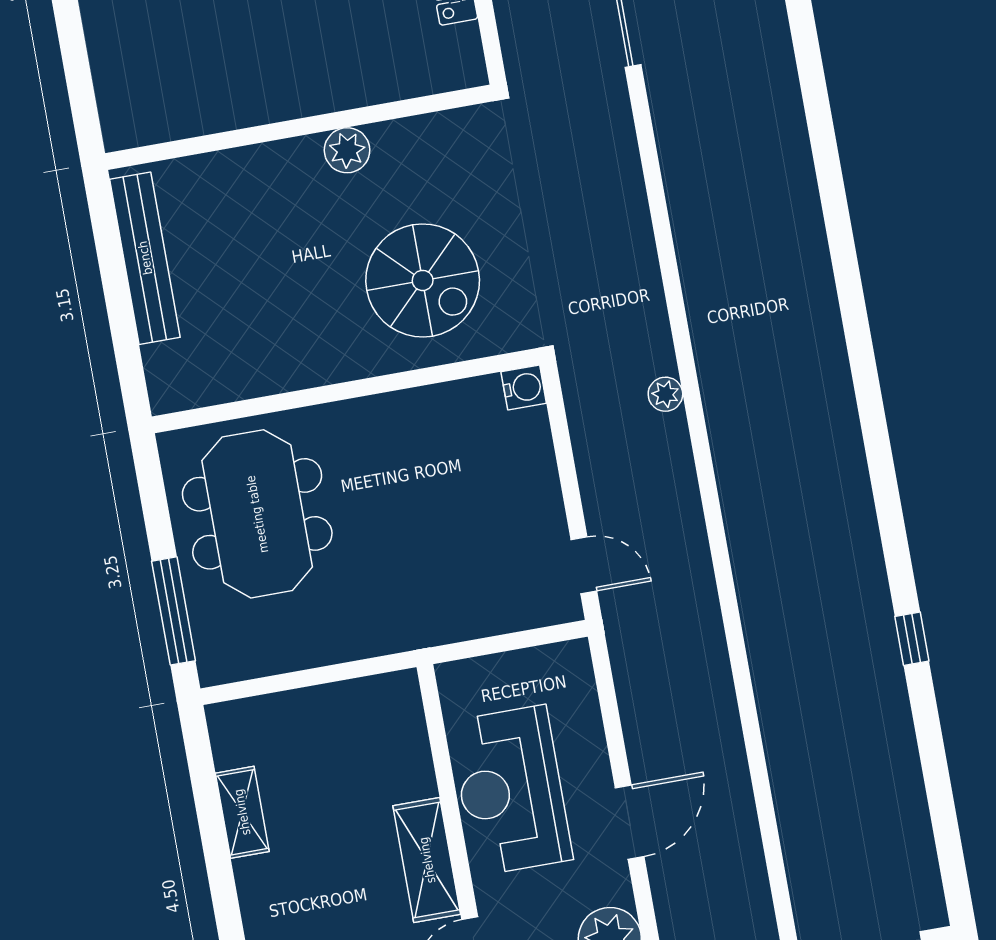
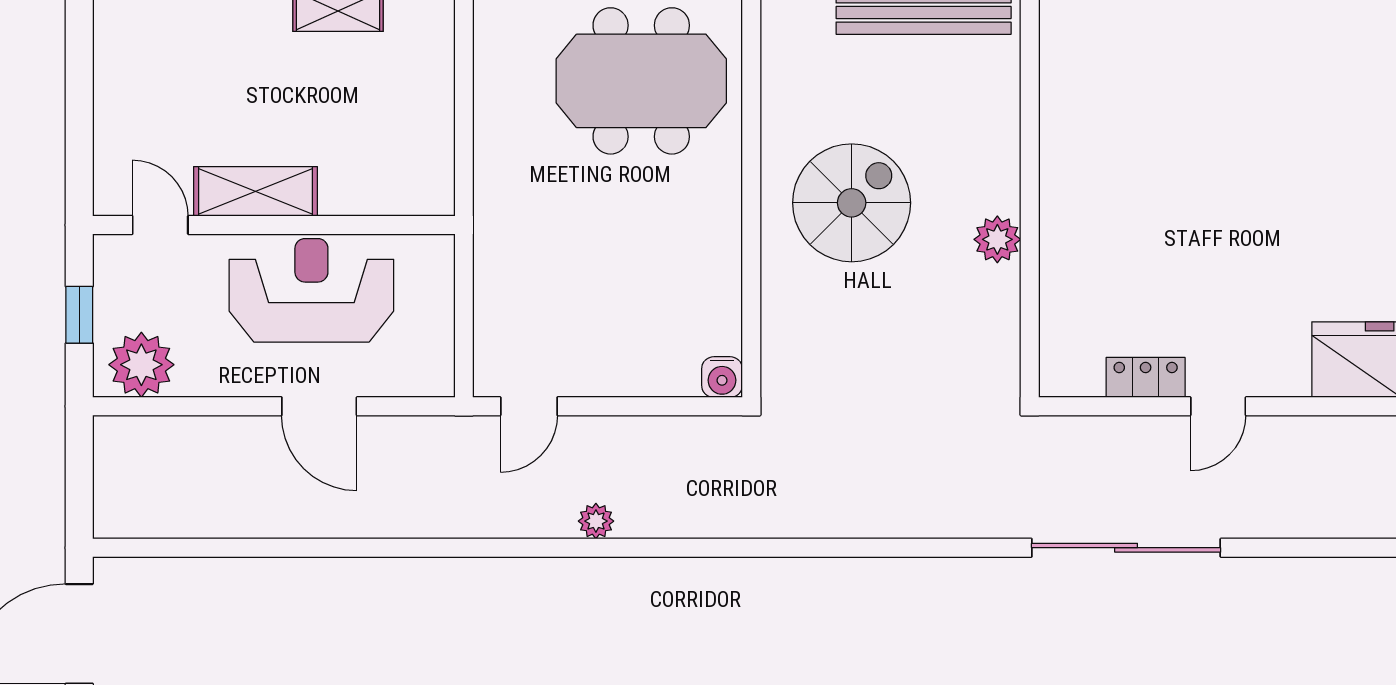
spiral stairs: (423, 280) -> (852, 203), moved, turned 180
plant: (665, 394) -> (596, 521), moved
door: (630, 822) -> (319, 406), moved

